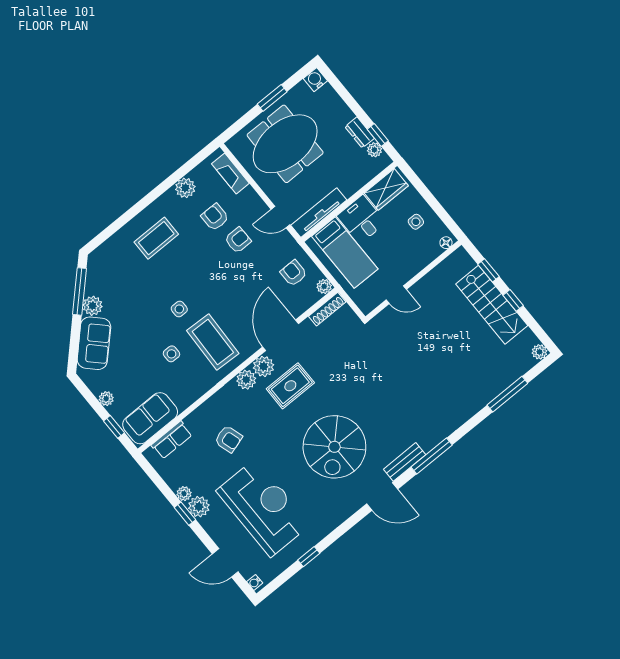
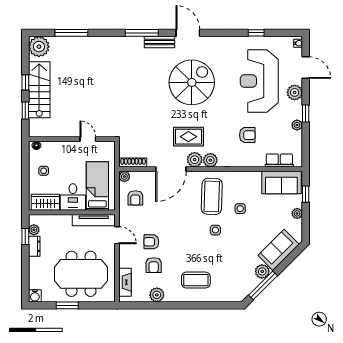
plant: (540, 352) -> (39, 47), width x1.87, depth x1.87
armchair: (228, 439) -> (247, 135), turned 107
plant: (199, 507) -> (295, 92), moved

